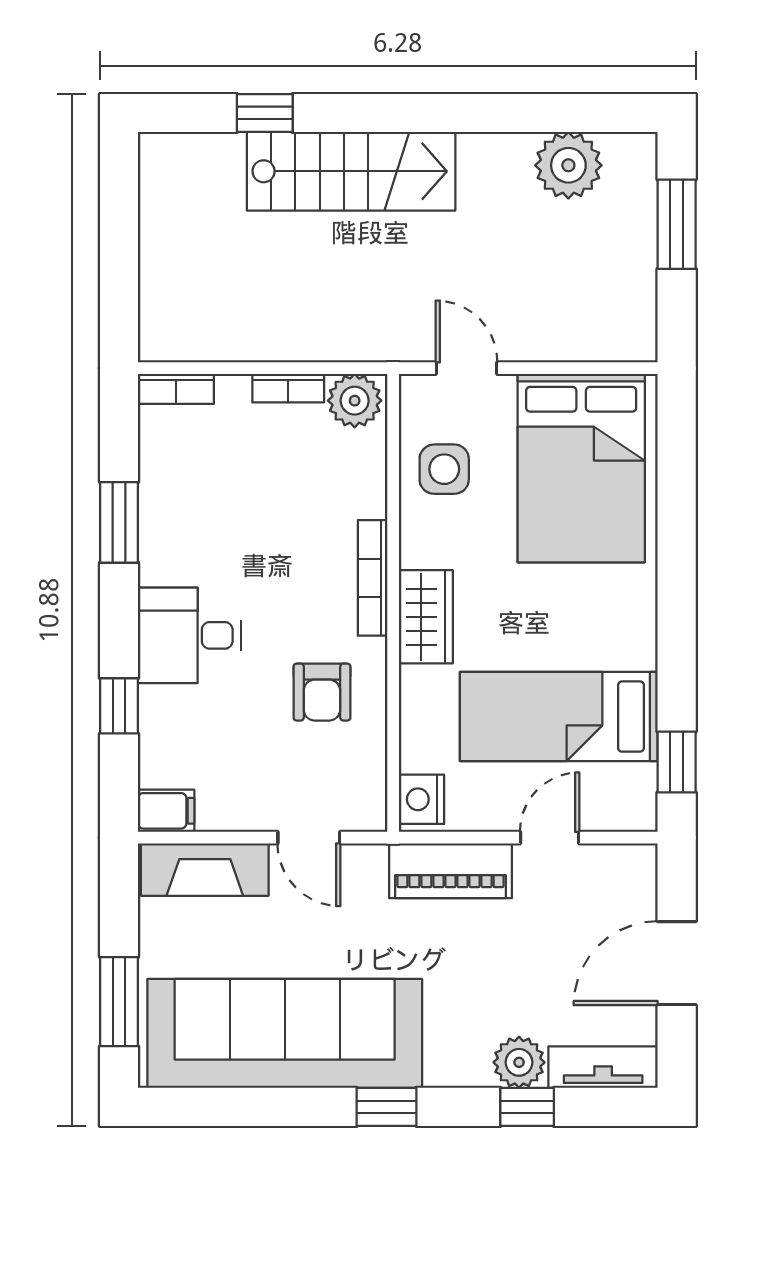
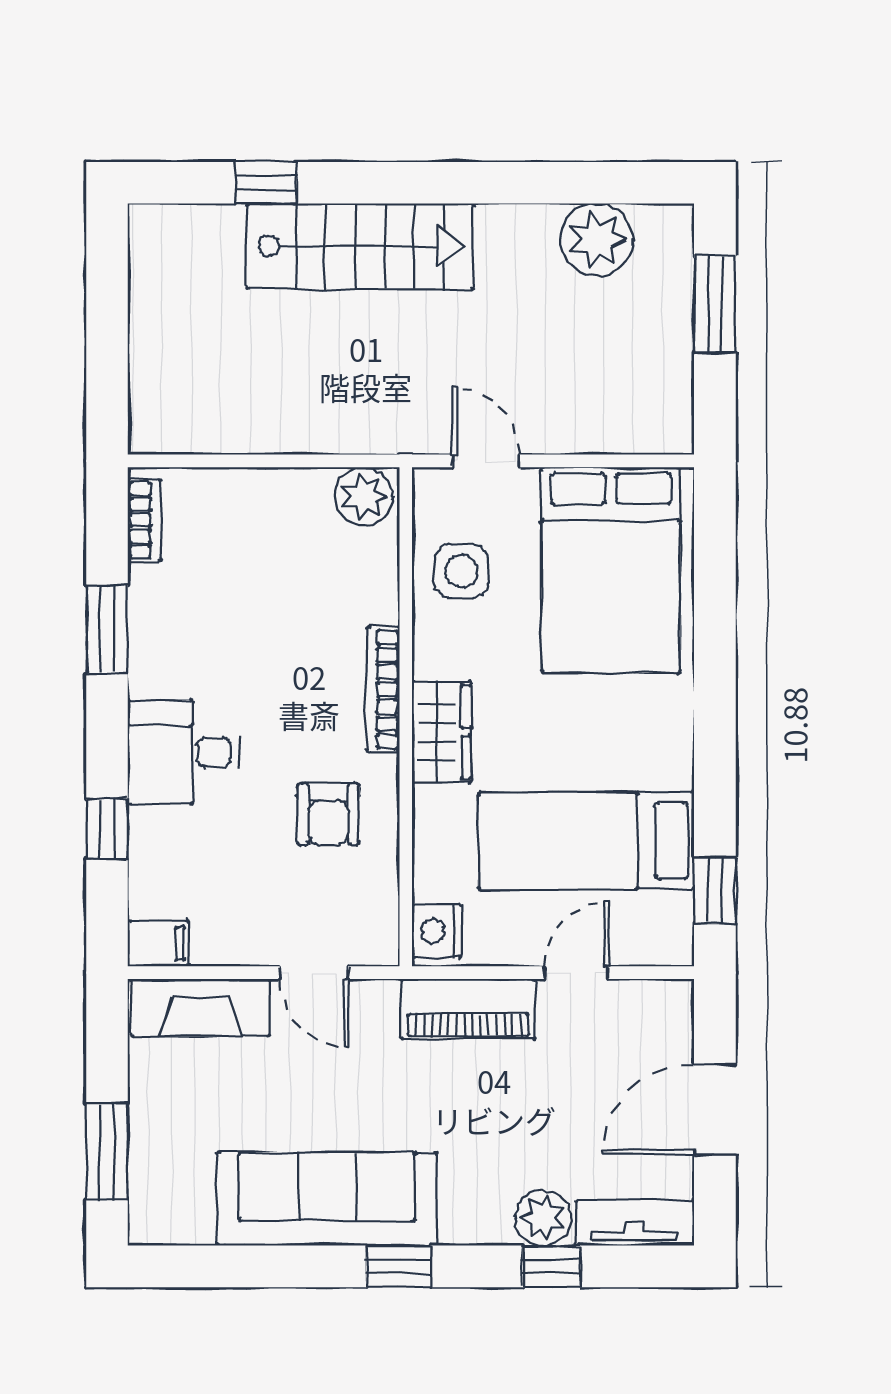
bookcase: (288, 388) -> (291, 483), removed
bookcase: (176, 389) -> (144, 520), moved, turned -90
sofa: (285, 1033) -> (327, 1199), width x0.74, depth x0.79

